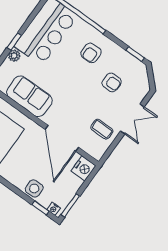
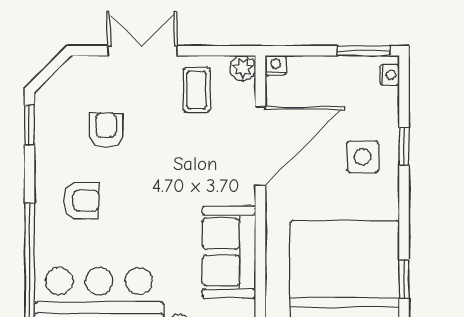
plant: (97, 153) -> (243, 68), added
nightstand: (83, 168) -> (276, 65), width x0.53, depth x0.56
side table: (34, 188) -> (363, 157), moved
window: (40, 208) -> (404, 146), moved

